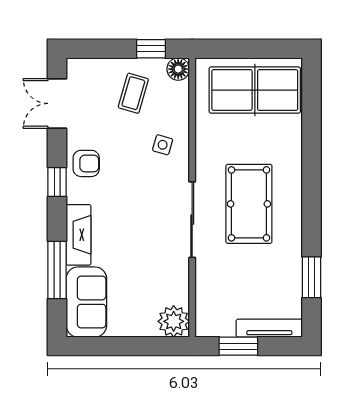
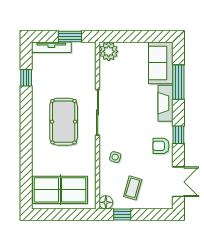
window: (311, 277) -> (26, 78), width x0.67

